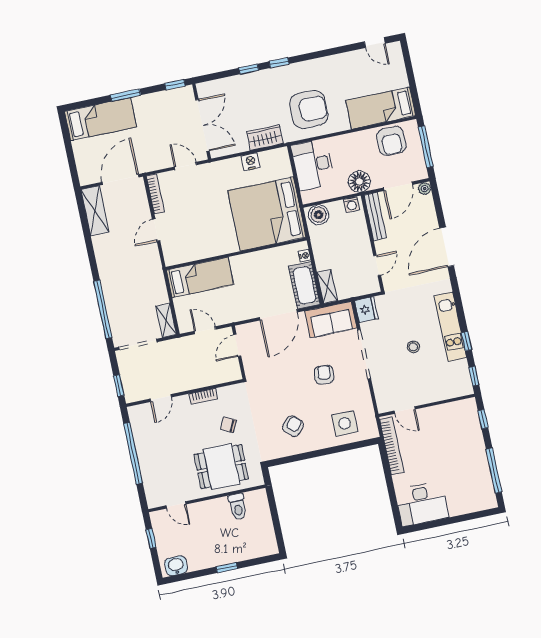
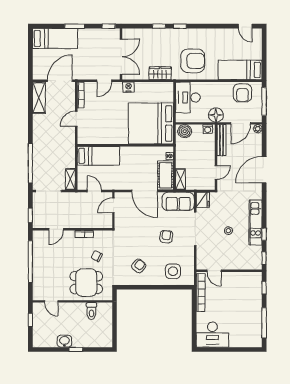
nightstand: (251, 162) -> (129, 87), moved
door: (186, 166) -> (104, 81), swing flipped
door: (278, 315) -> (145, 191), hinge flipped
washbasin: (176, 566) -> (64, 341), moved

